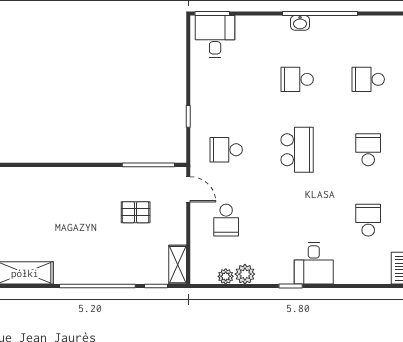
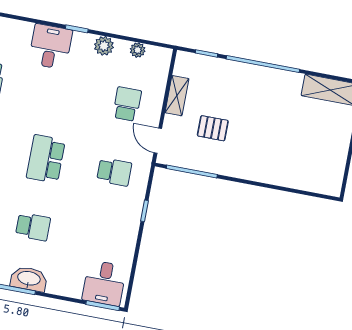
washbasin: (300, 23) -> (29, 279), width x1.91, depth x1.45
shelving: (178, 265) -> (177, 96), moved
plant: (245, 274) -> (104, 46), moved

